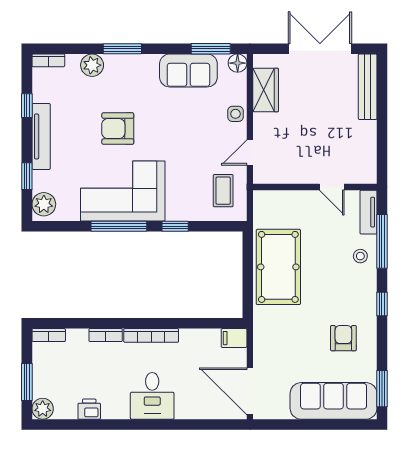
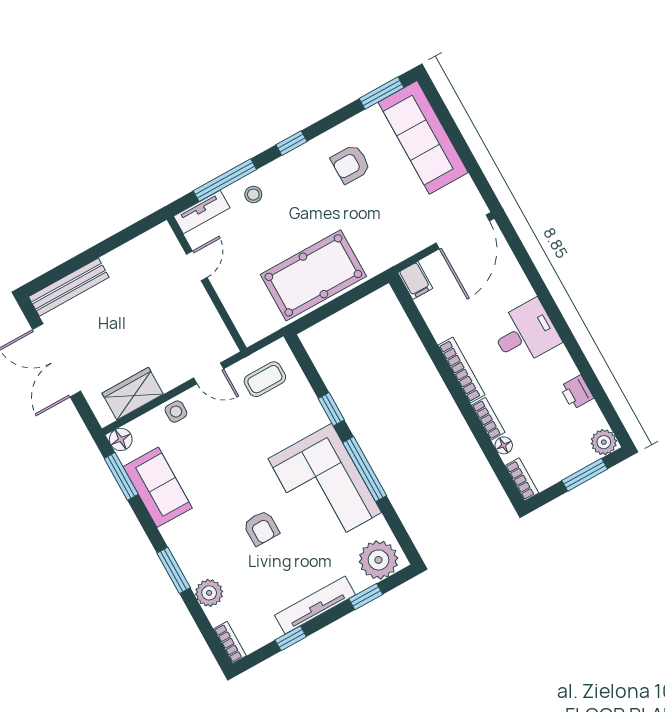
armchair: (118, 129) -> (261, 528), width x0.72, depth x0.72
plant: (44, 204) -> (378, 560), width x1.36, depth x1.36
floor lamp: (80, 336) -> (504, 445), added

